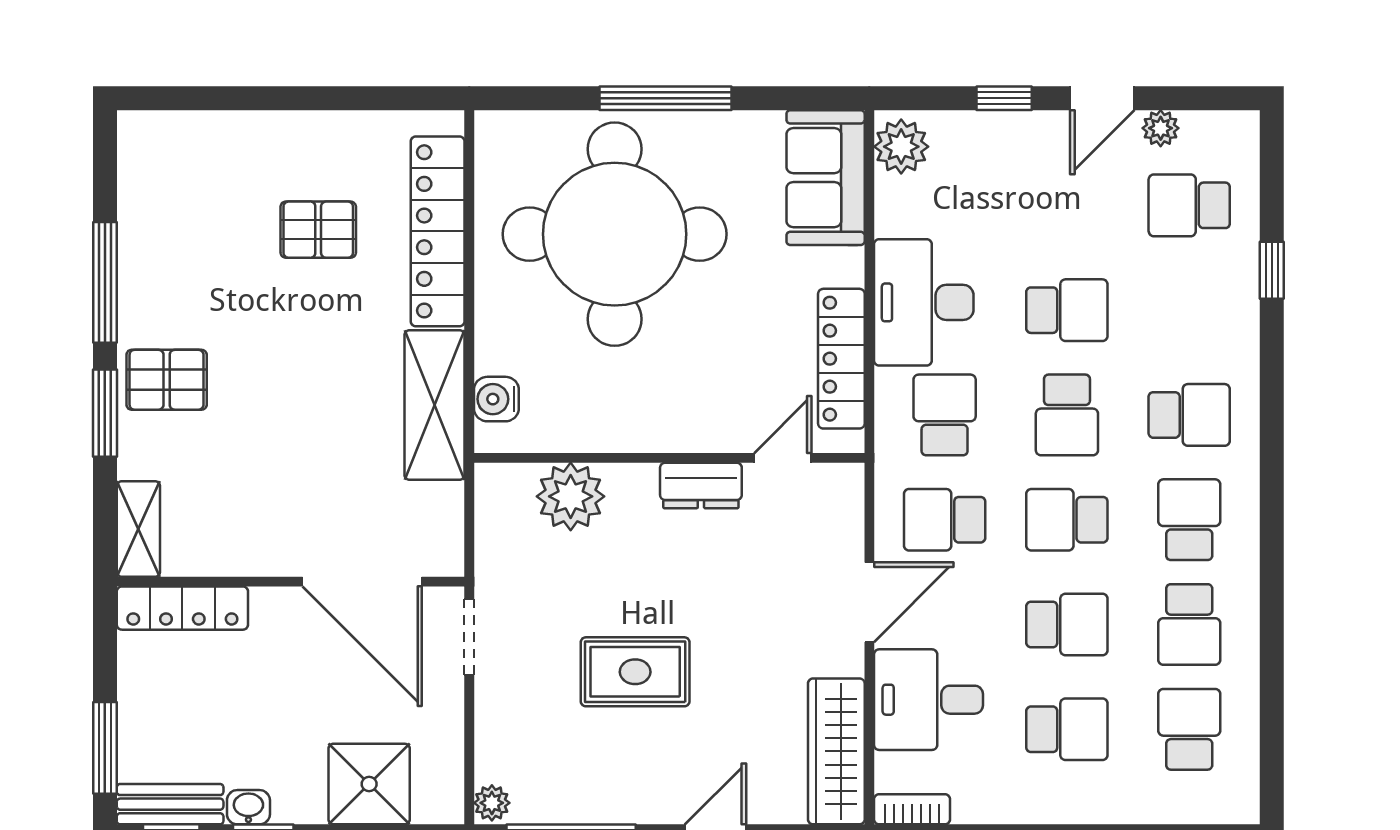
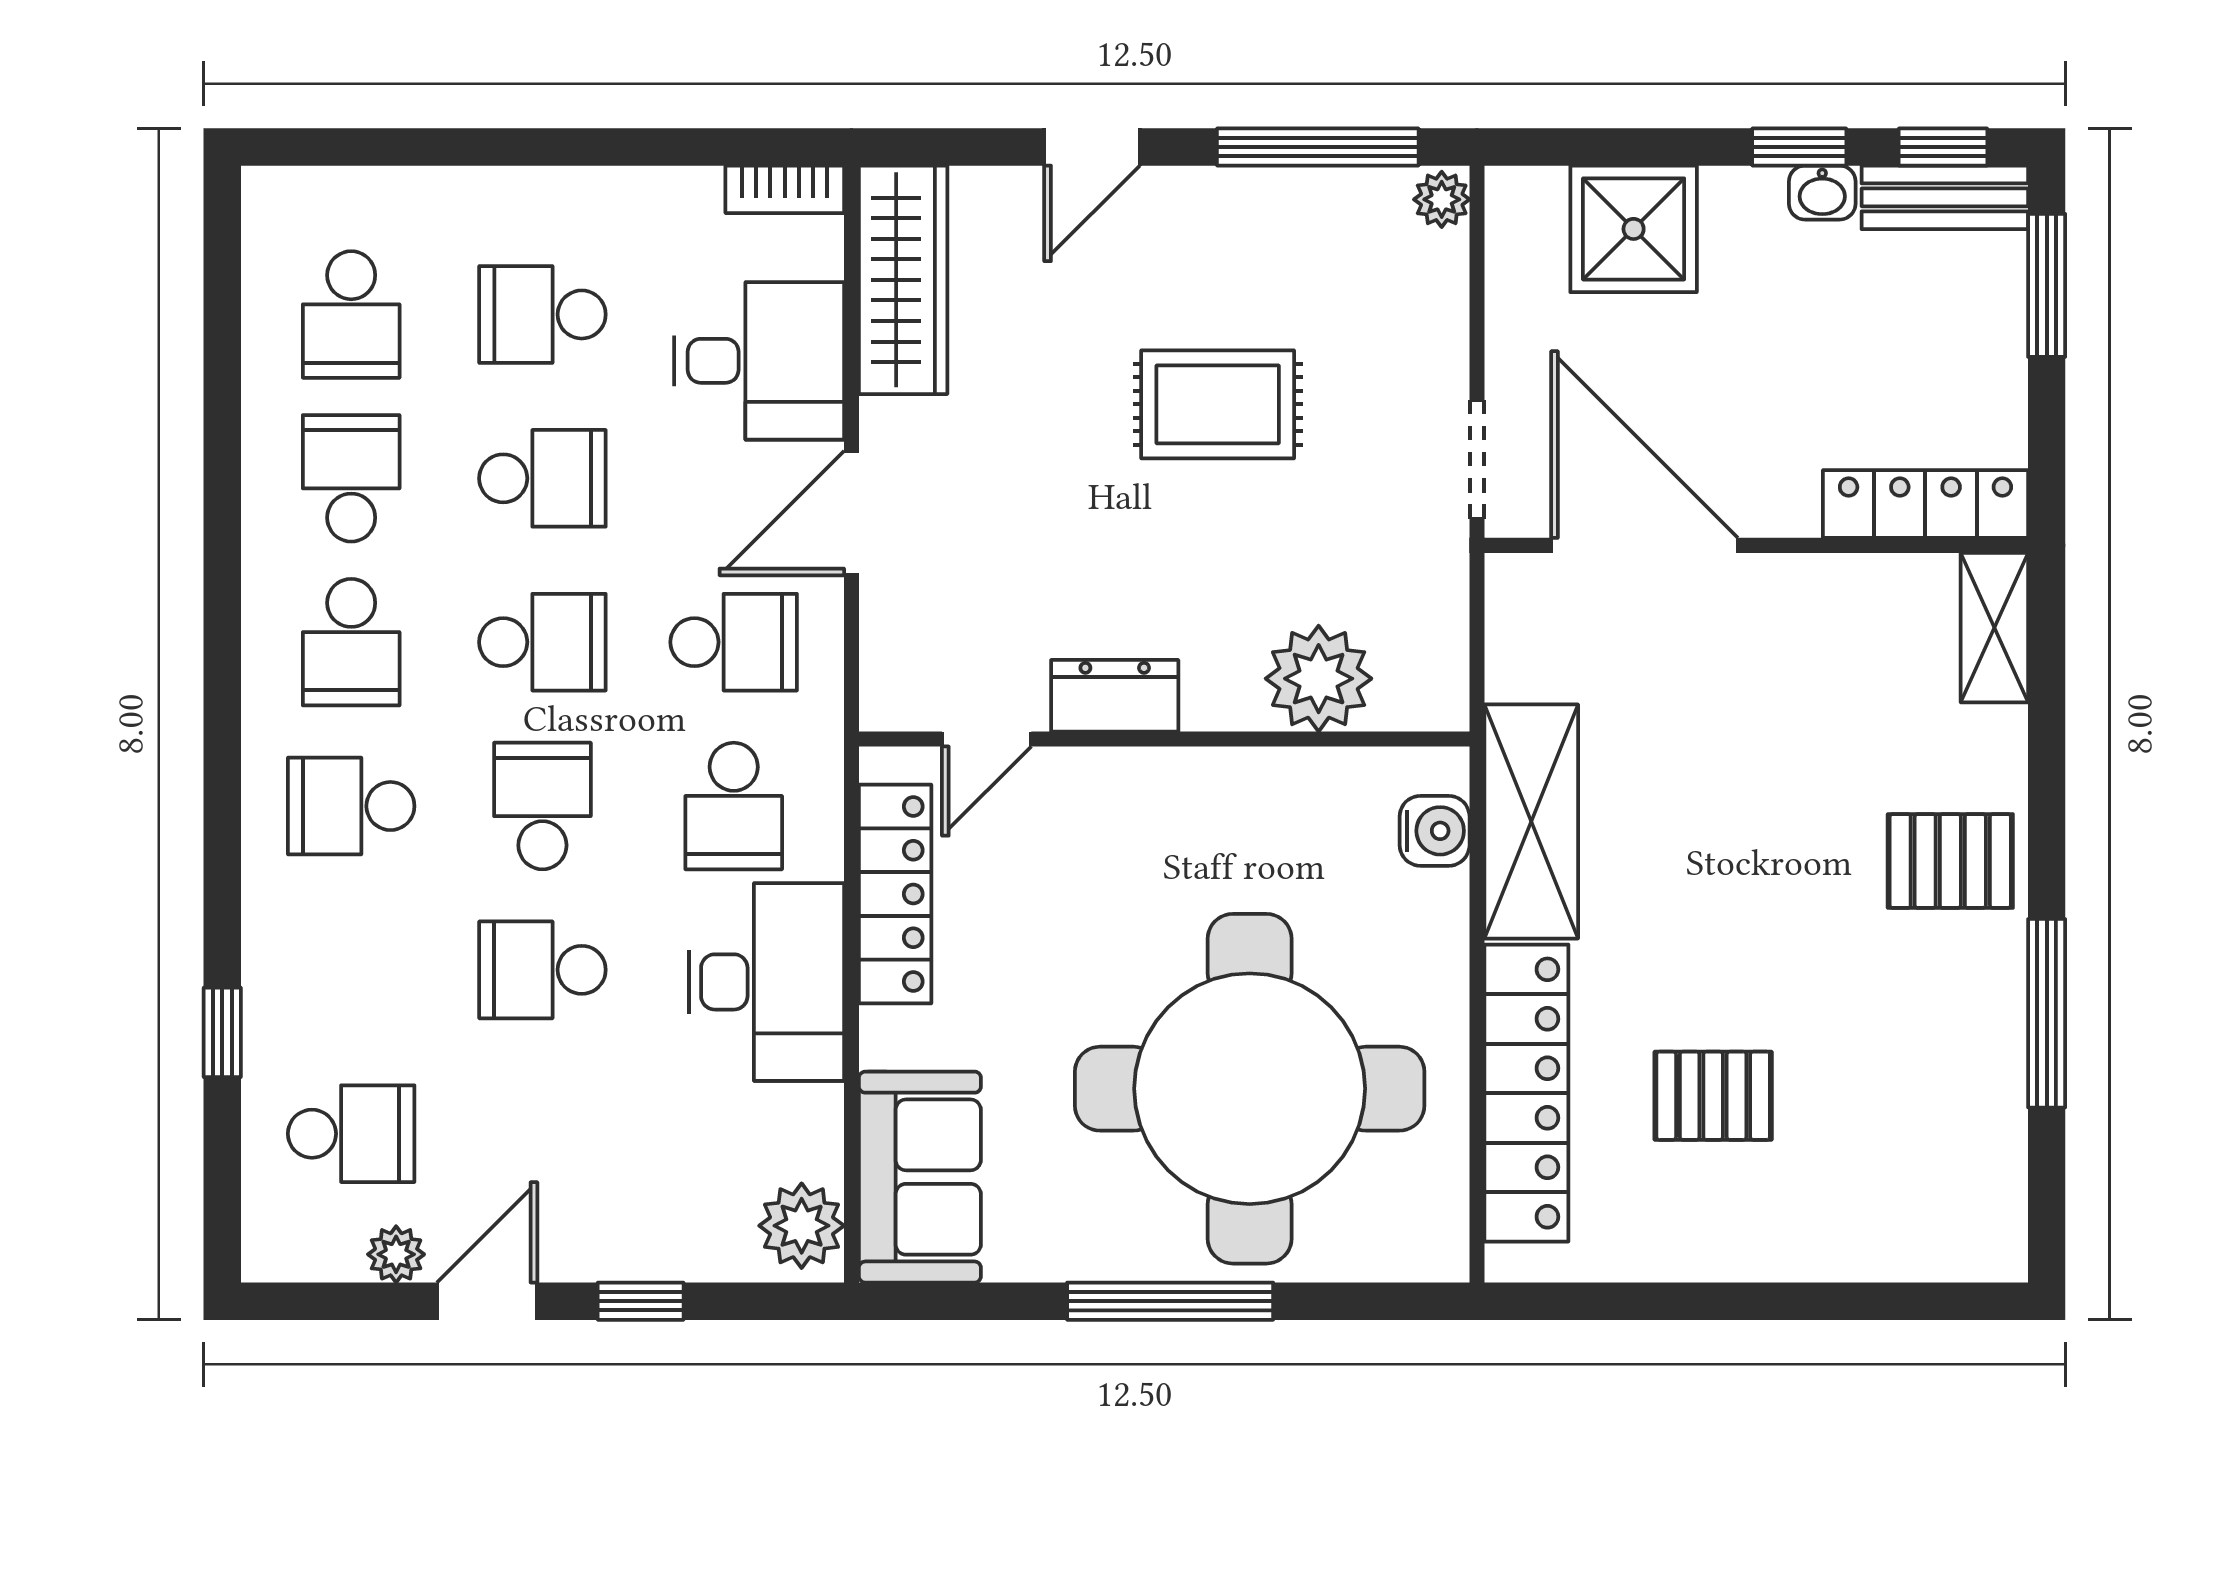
window: (105, 413) -> (2047, 809), removed
school desk: (1067, 624) -> (542, 478), turned 180

